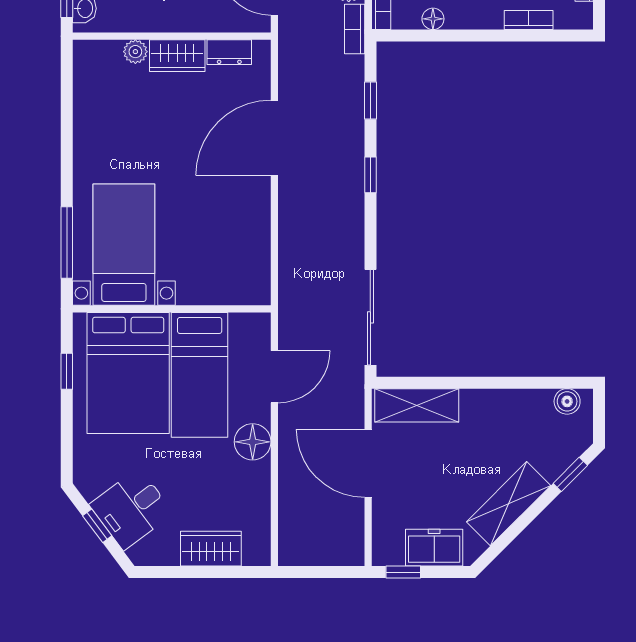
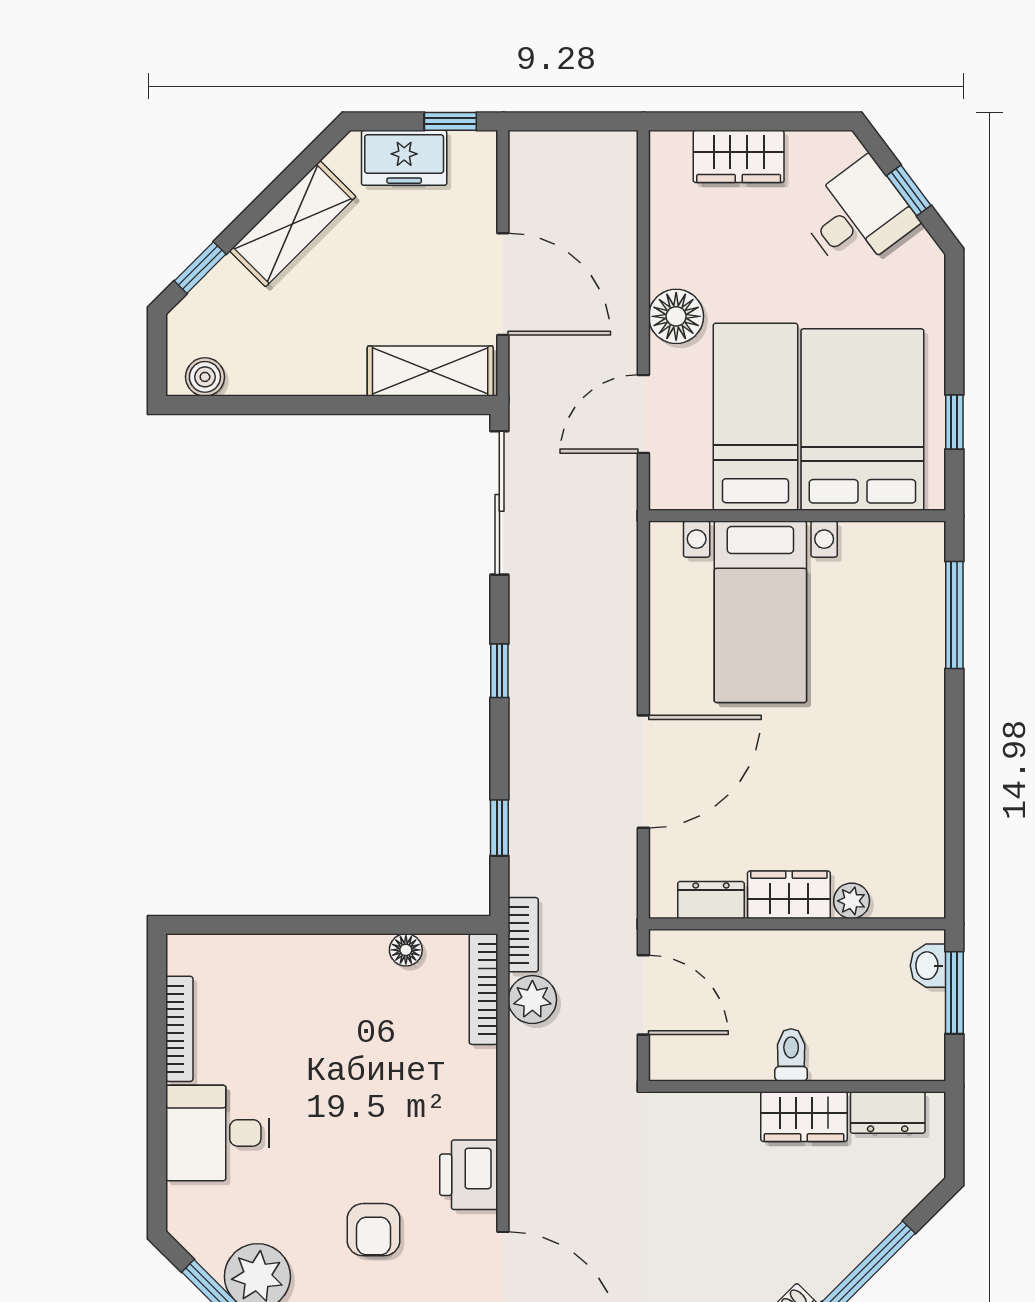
bookcase: (529, 20) -> (263, 948), removed
window: (370, 175) -> (499, 671), moved
bed with nightstands: (124, 245) -> (760, 612), moved

